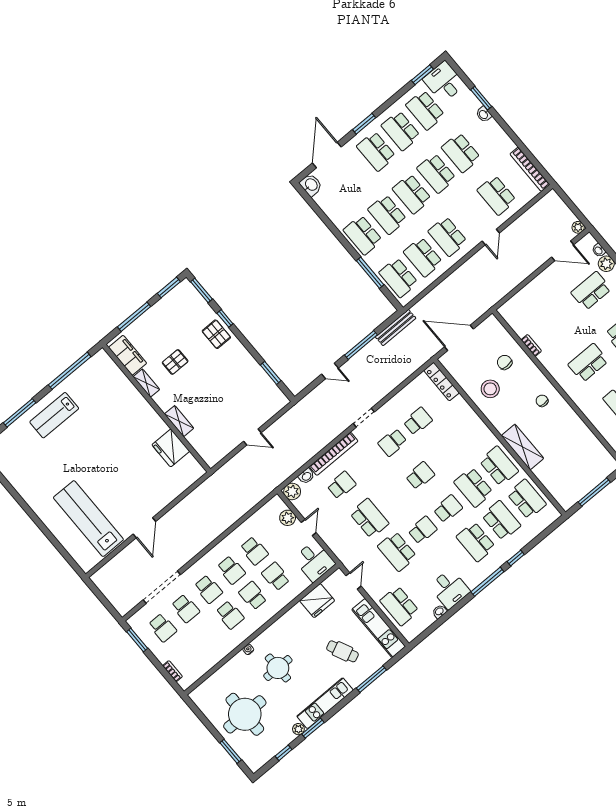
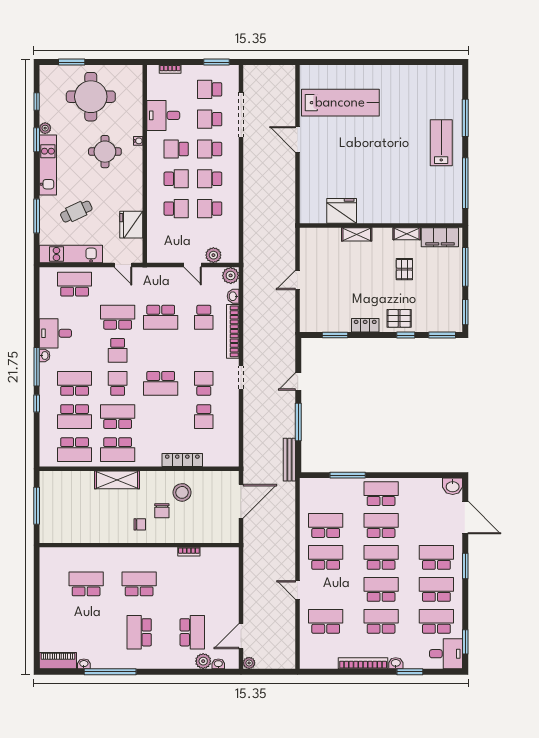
bookcase: (530, 169) -> (363, 663), moved
school desk: (398, 278) -> (326, 494), removed
locker: (244, 356) -> (365, 325), added
chair: (505, 362) -> (162, 511), moved, turned 90
school desk: (588, 363) -> (139, 584), turned -90
locker: (442, 382) -> (182, 460), moved
school desk: (420, 476) -> (161, 383), width x1.85
school desk: (448, 509) -> (118, 383), turned 180
desk: (314, 561) -> (163, 115), moved
washbasin: (440, 612) -> (45, 356), moved

